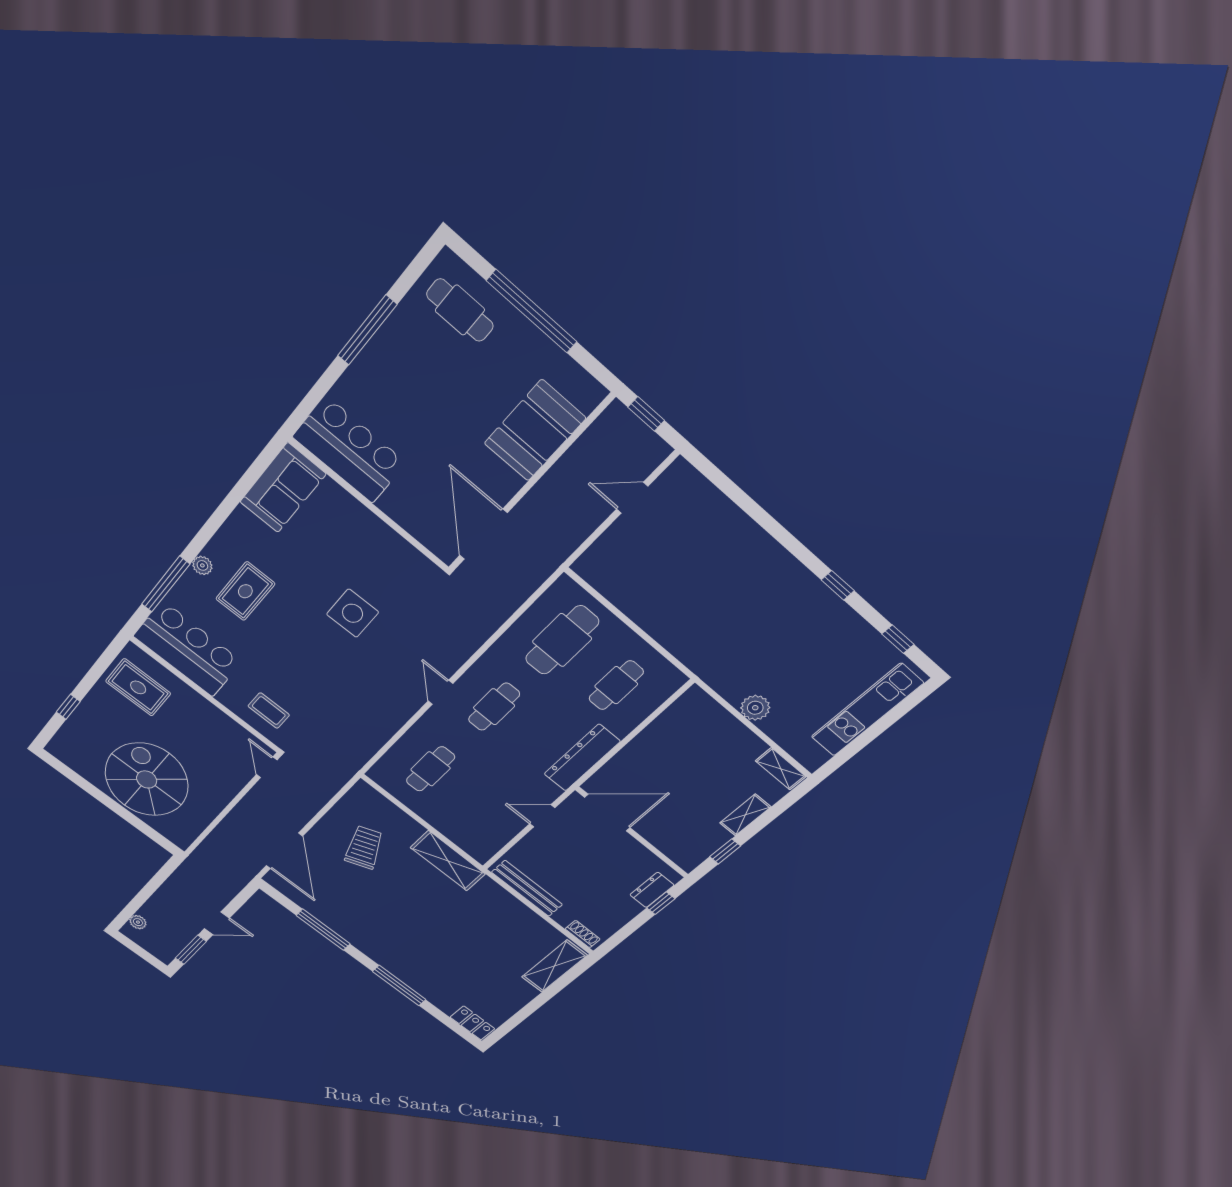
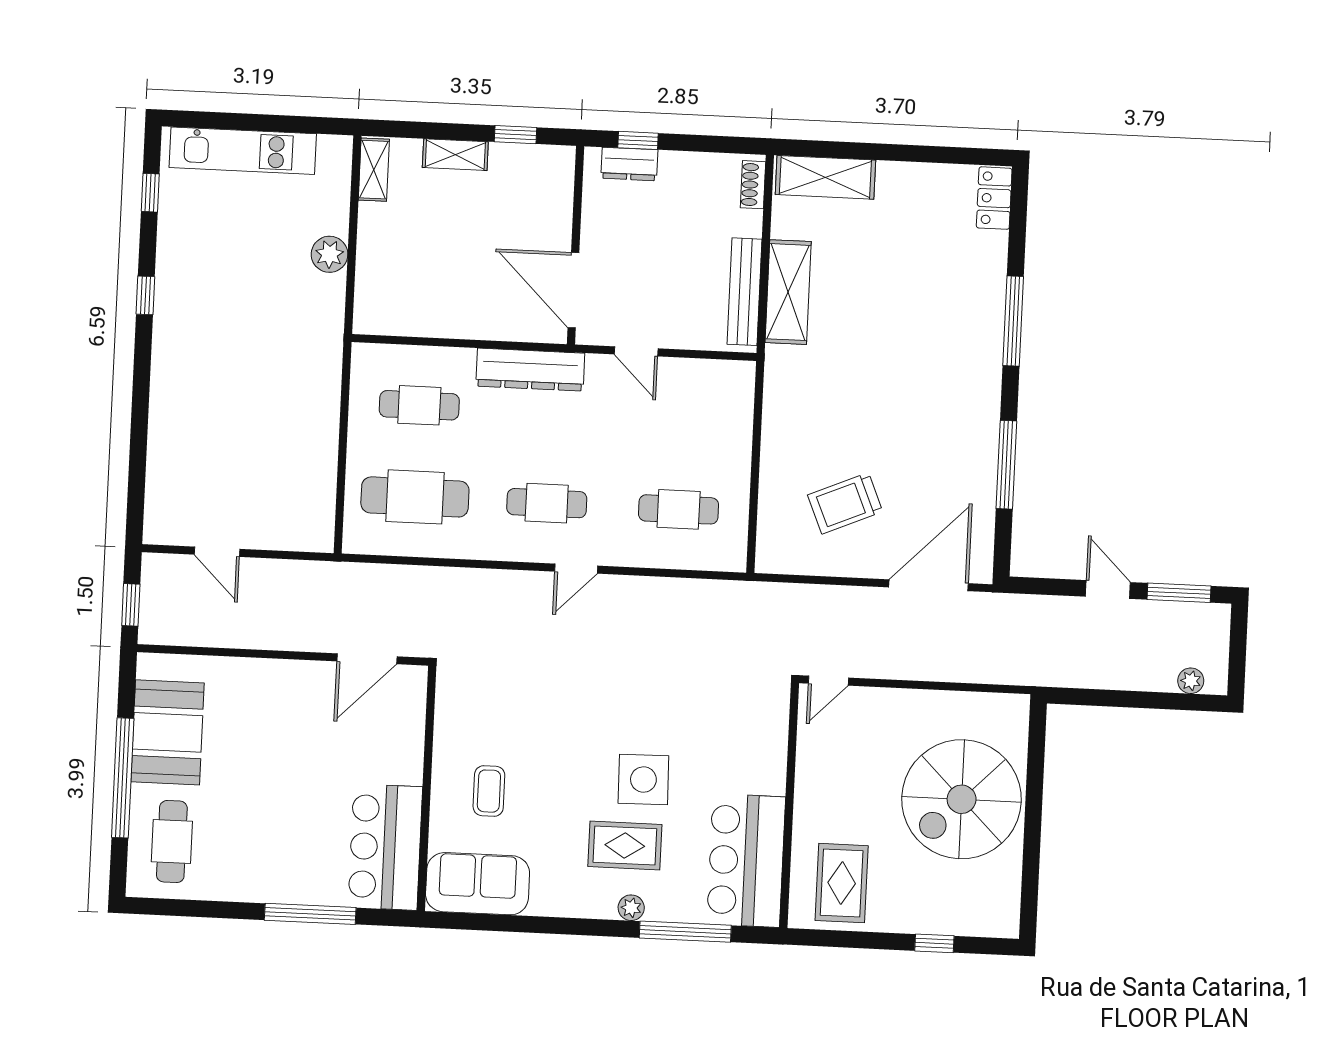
window: (367, 330) -> (310, 914), moved
booth: (535, 431) -> (167, 732), moved, turned 90
door: (483, 534) -> (367, 659), width x0.73
side table: (353, 613) -> (643, 780), moved
coffee table: (269, 711) -> (489, 791), moved
shelving: (448, 861) -> (788, 292), moved

